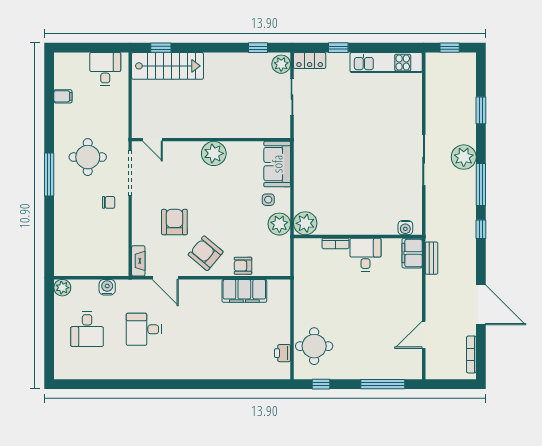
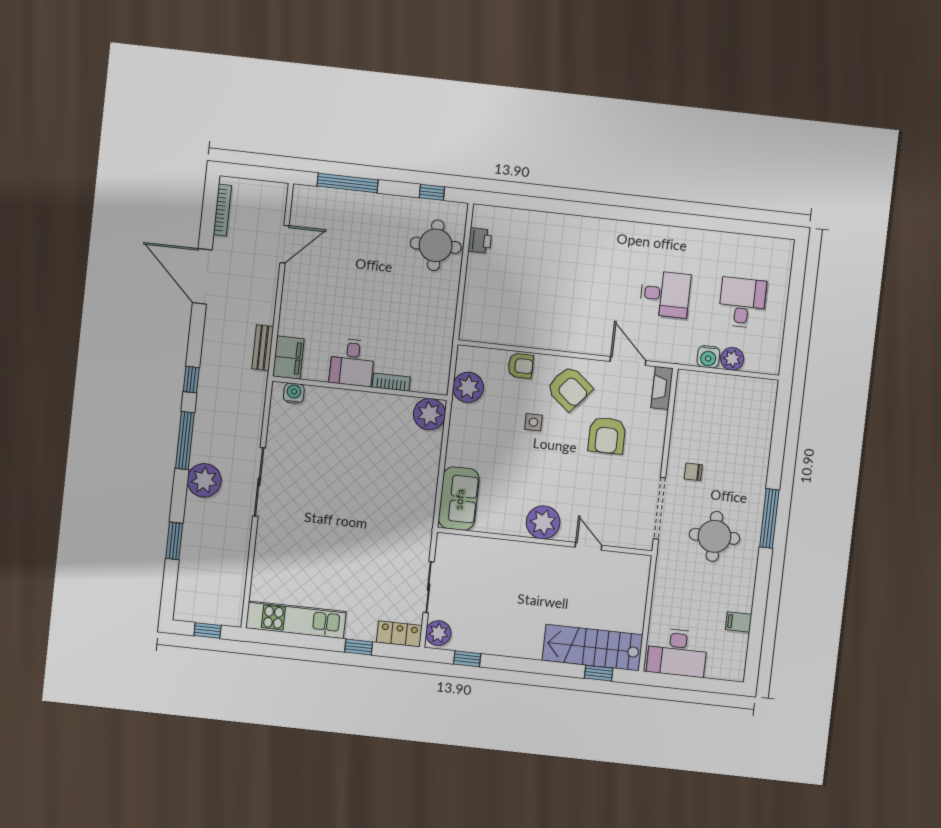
desk: (105, 69) -> (677, 653), width x1.37
door: (153, 140) -> (588, 546), moved
side table: (268, 200) -> (533, 422), moved
plant: (279, 224) -> (468, 387), moved
plant: (62, 288) -> (732, 359), moved
filing cabinet: (244, 291) -> (522, 331), removed

